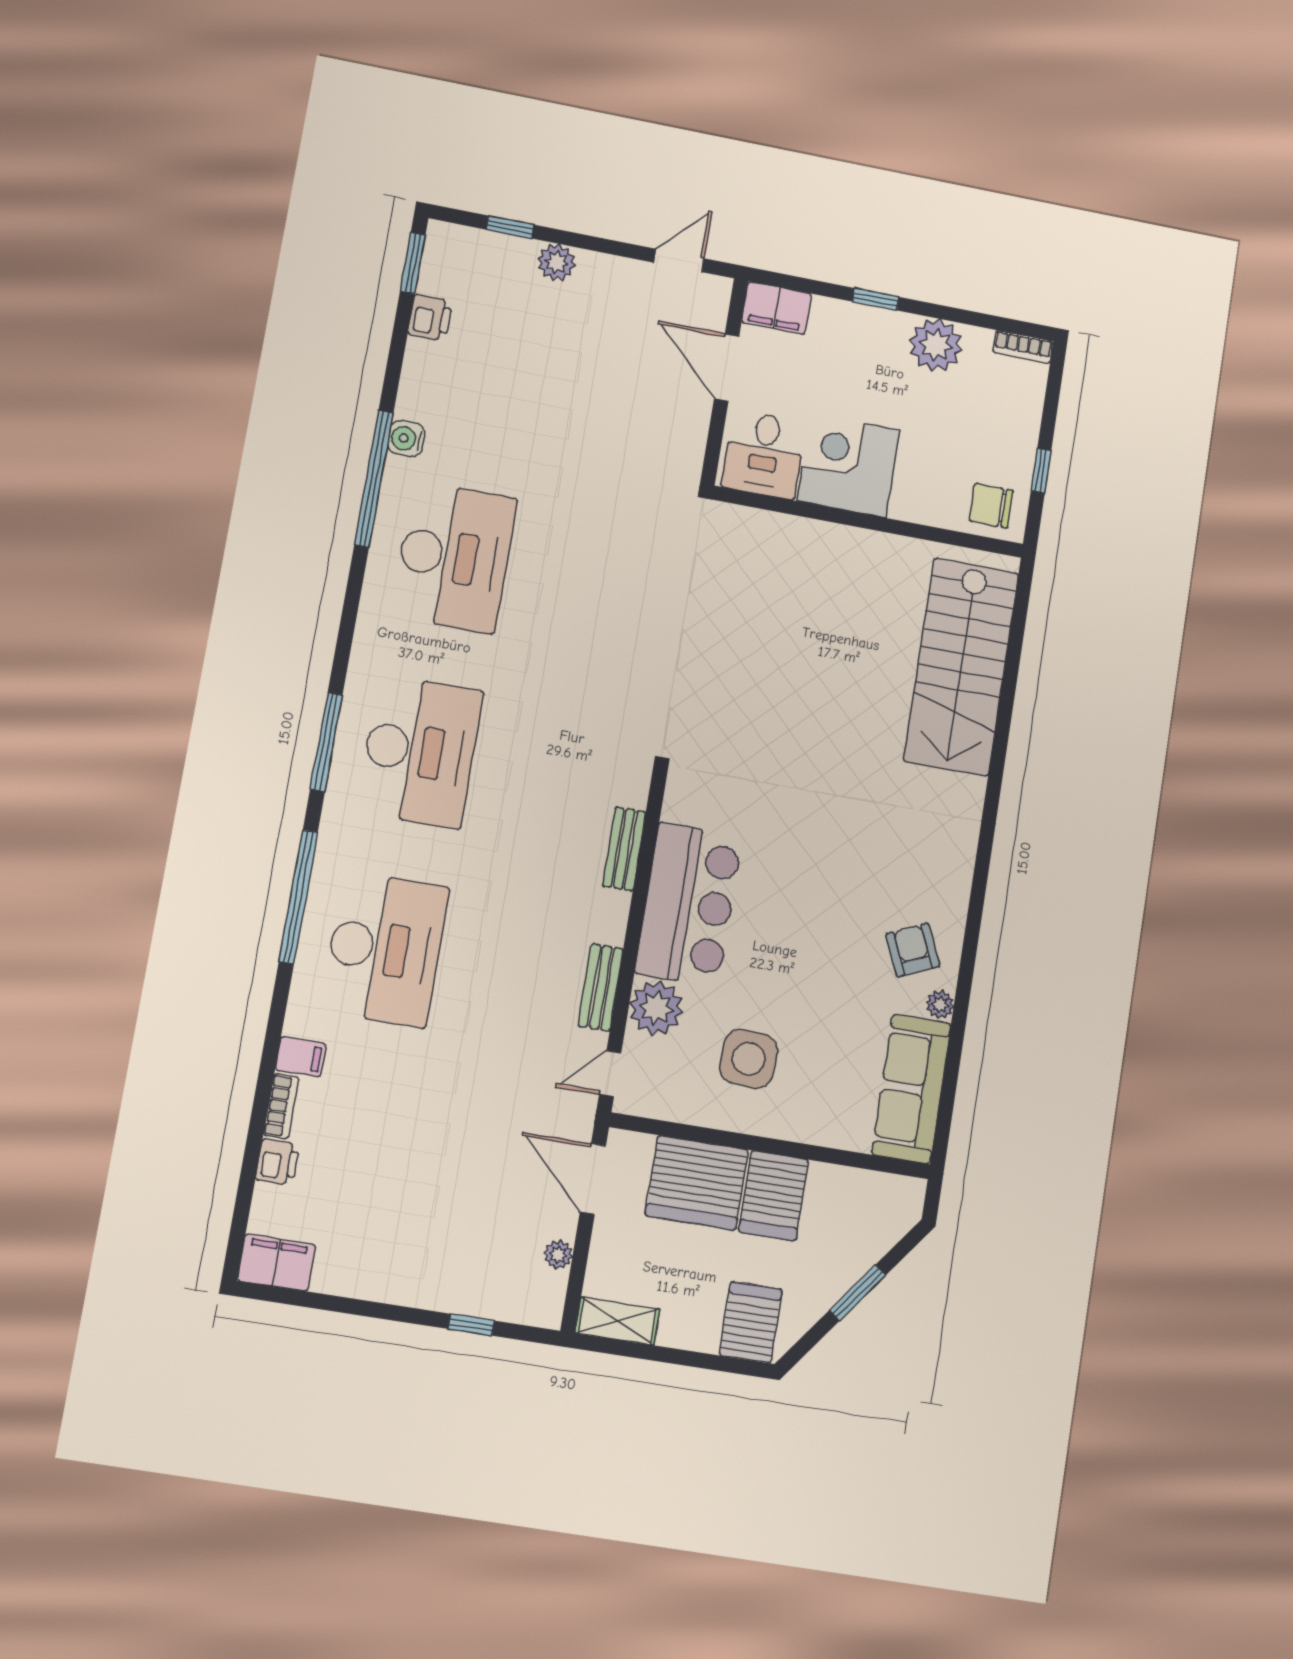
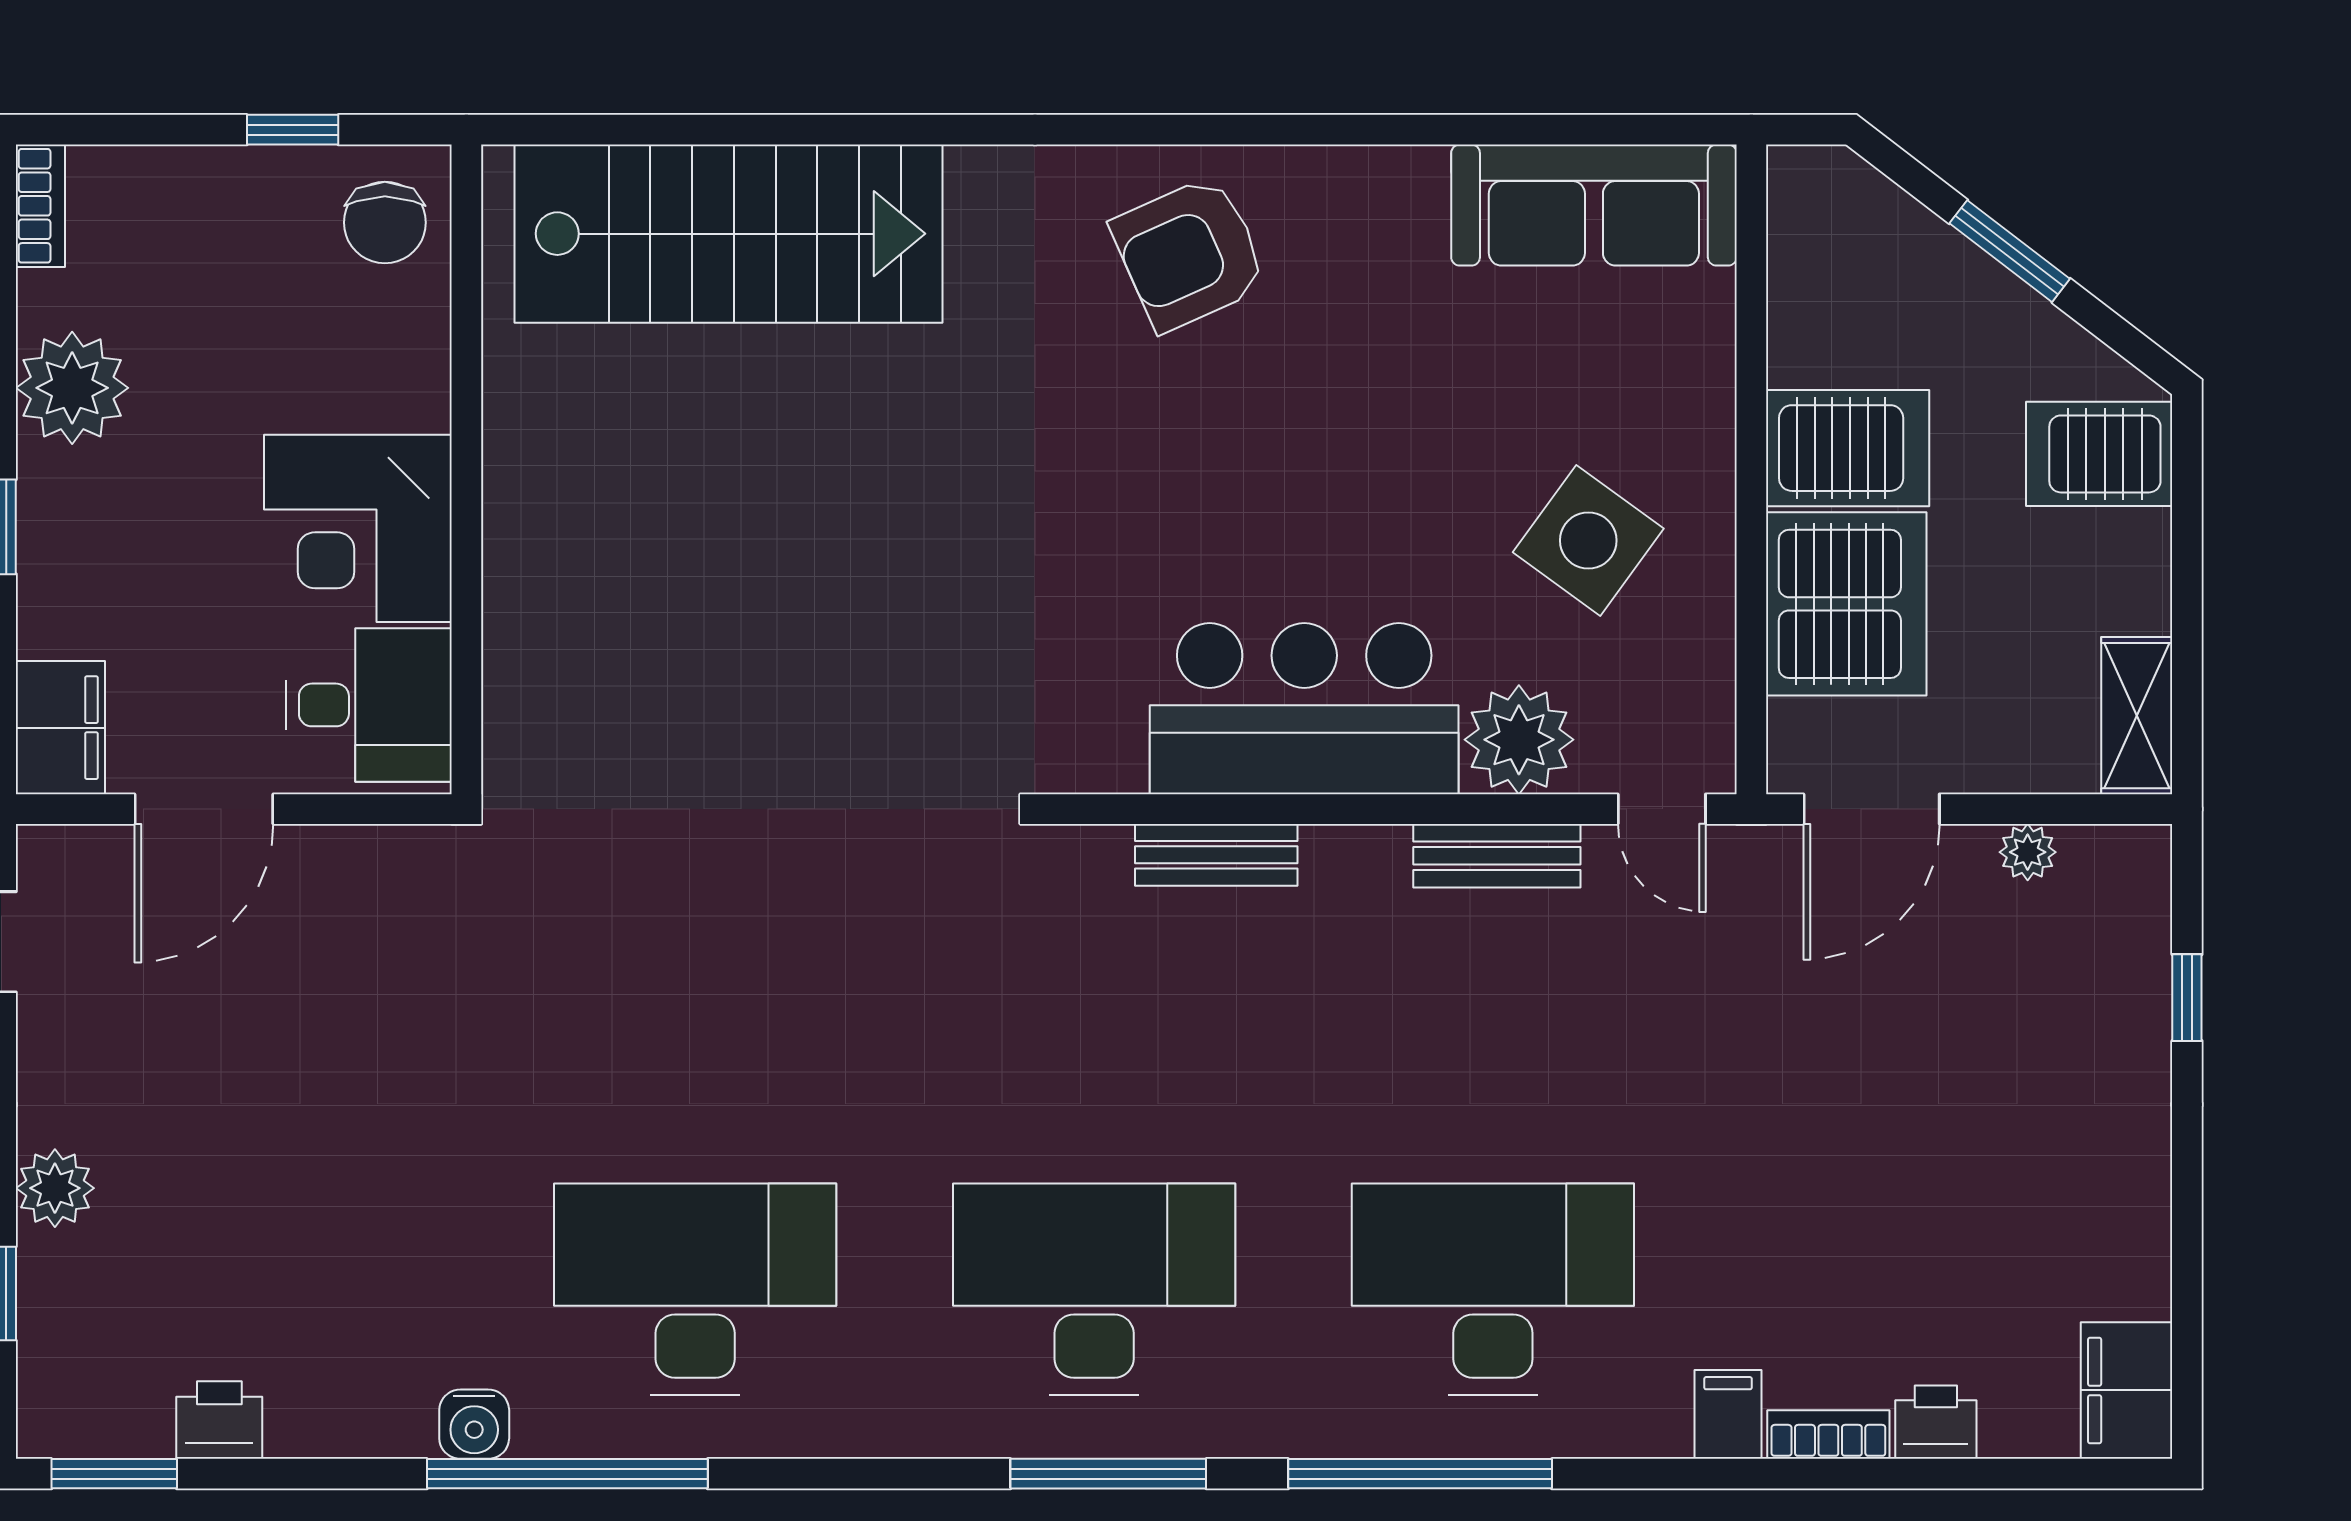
armchair: (913, 950) -> (1189, 253), moved, width x1.38, depth x1.38
plant: (940, 1005) -> (1417, 173), removed
side table: (749, 1059) -> (1588, 540), turned 32

